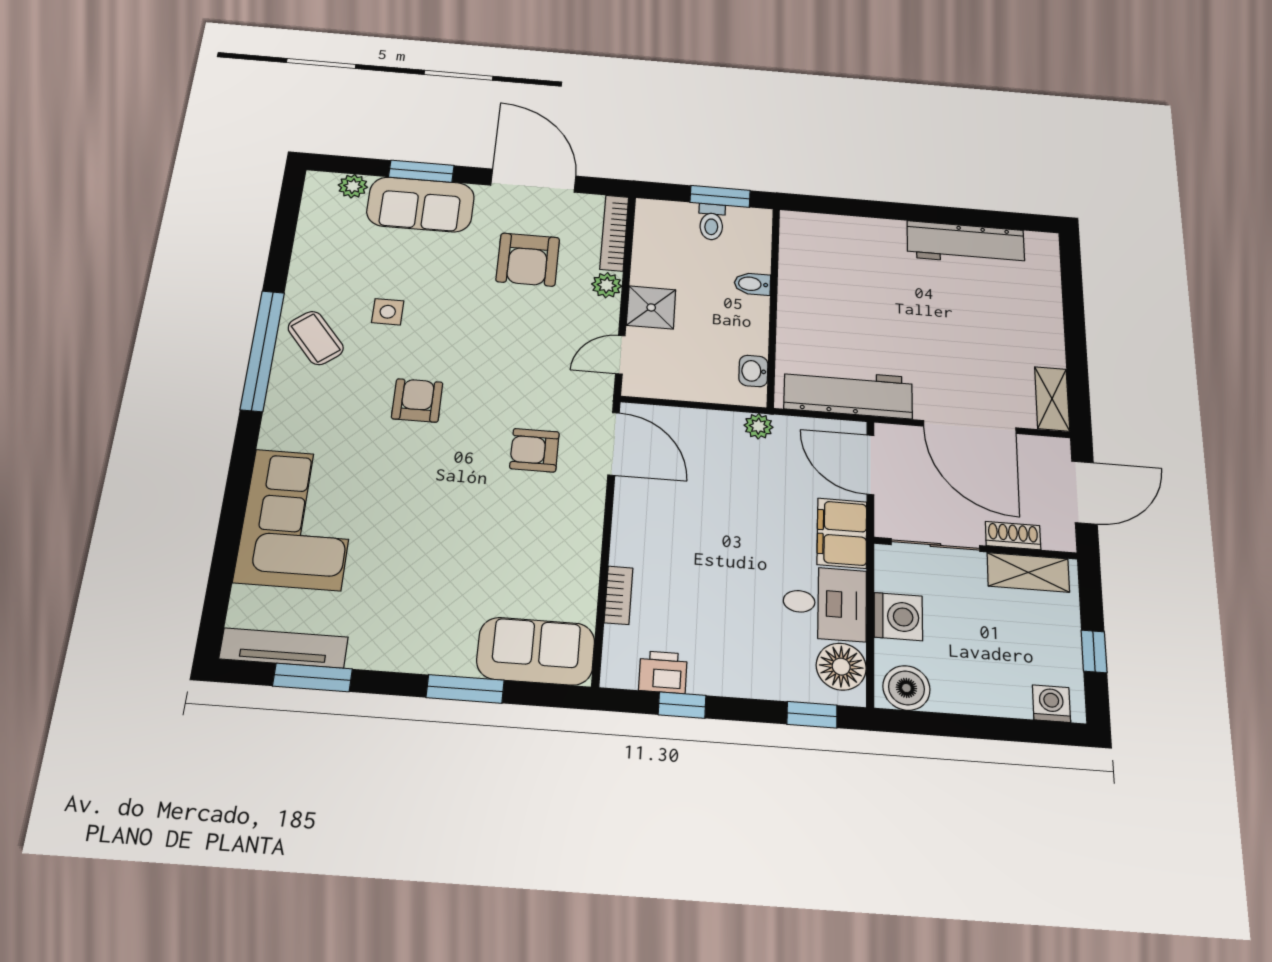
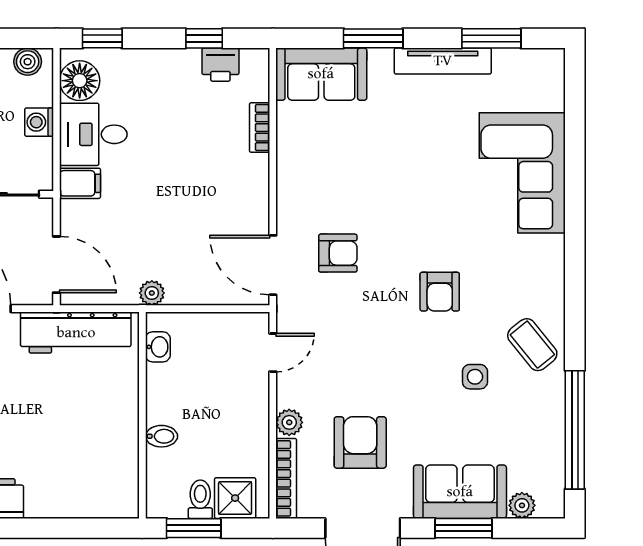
shower: (651, 307) -> (235, 498), moved
window: (262, 350) -> (575, 430), moved
filing cabinet: (842, 533) -> (80, 183), width x0.50
washing machine: (898, 617) -> (39, 122), width x0.73, depth x0.73
tv unit: (284, 648) -> (443, 61), moved
boiler: (906, 688) -> (28, 62), width x0.73, depth x0.73

